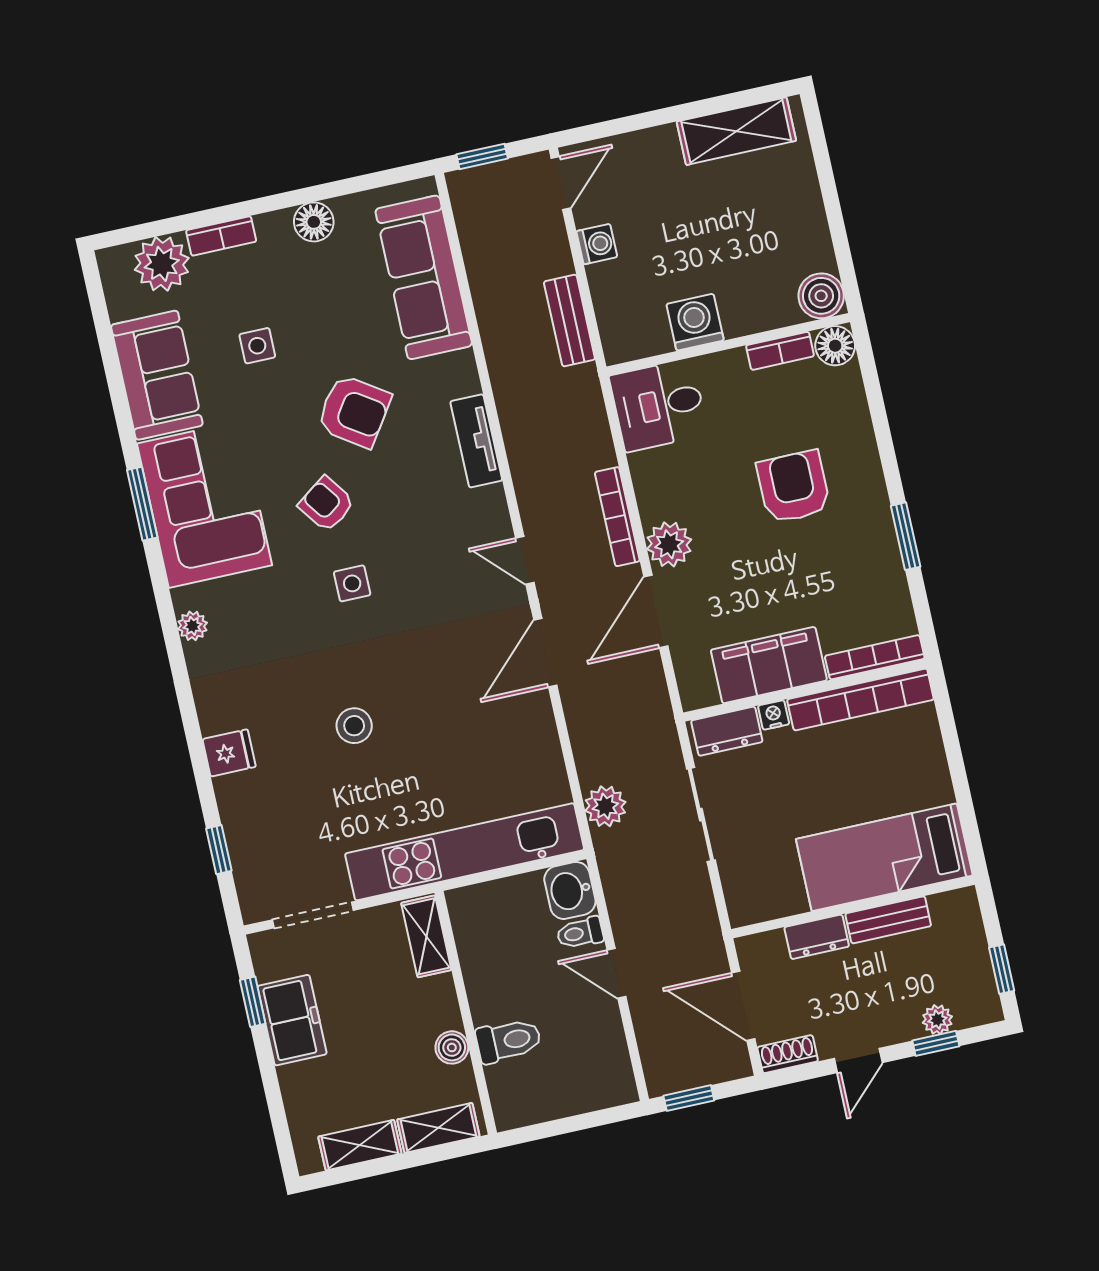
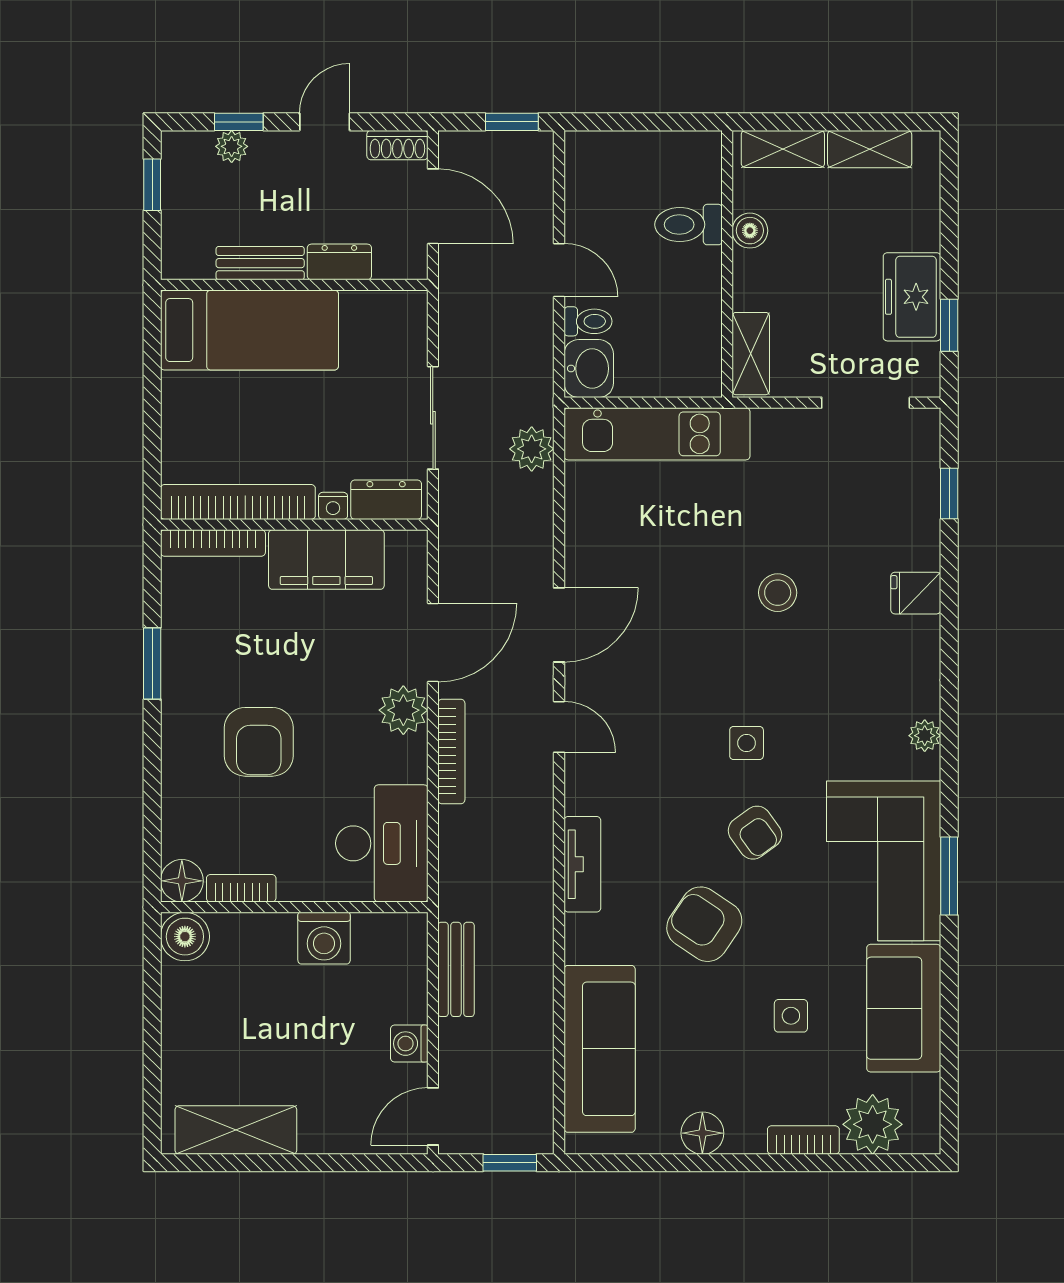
desk: (659, 405) -> (382, 843), width x1.37
kitchen unit: (465, 852) -> (657, 434), width x0.73

